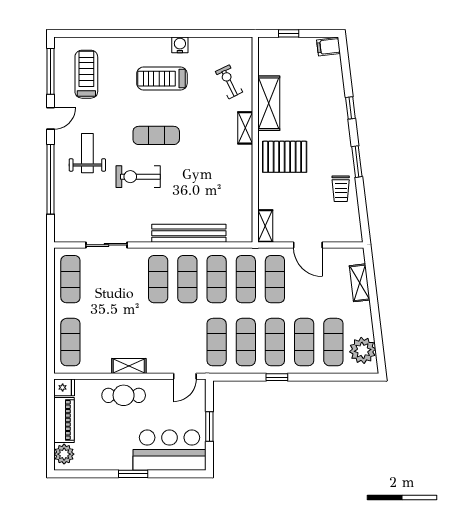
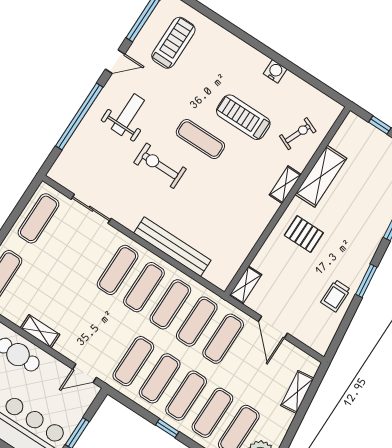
treadmill: (162, 79) -> (243, 117), moved
exercise bike: (229, 82) -> (298, 134), turned 49
pallet: (285, 157) -> (304, 234), width x0.67, depth x0.71

